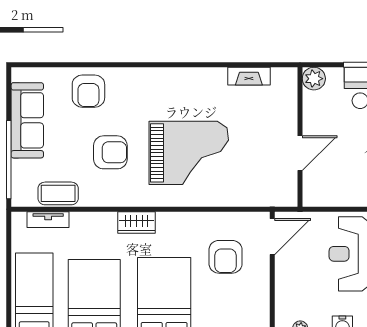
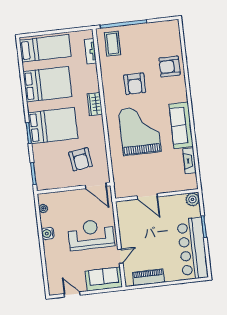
sofa: (27, 120) -> (181, 125), moved, turned 90
grand piano: (189, 153) -> (140, 130), turned 180
coffee table: (58, 193) -> (113, 44), moved
armchair: (226, 257) -> (81, 159), turned -98

